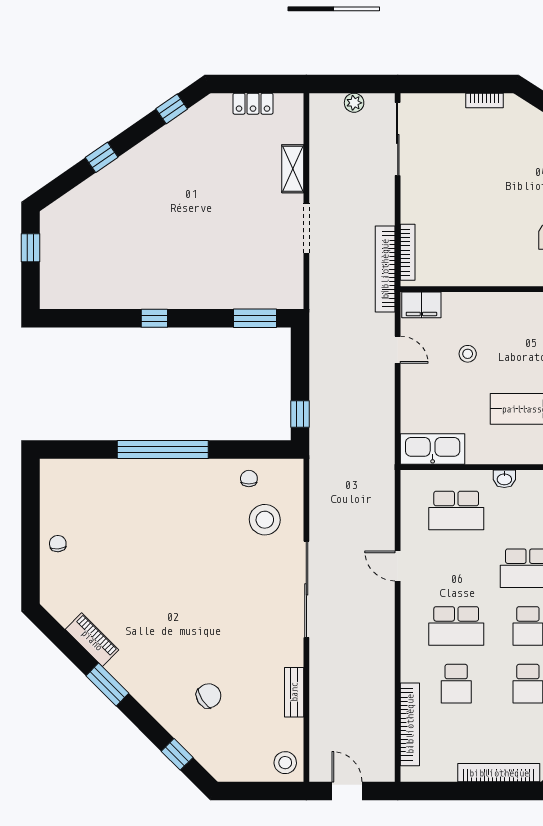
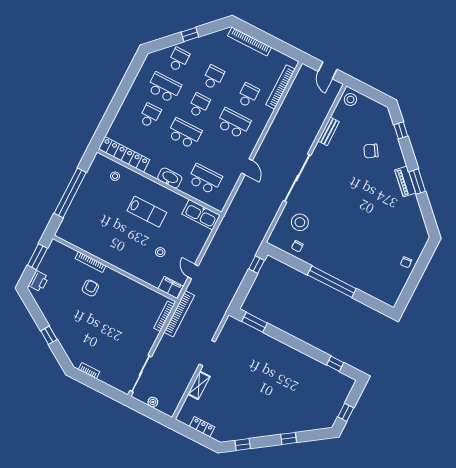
window: (154, 318) -> (335, 364), moved
washbasin: (504, 479) -> (170, 178), width x1.91, depth x1.45
piano: (92, 640) -> (405, 181), moved

